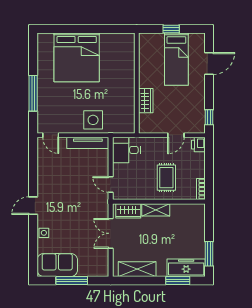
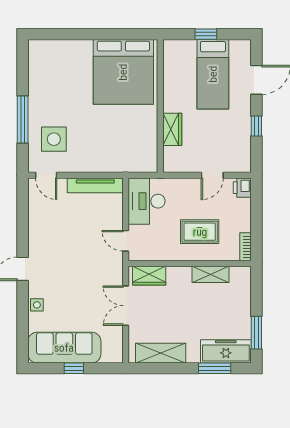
bed: (77, 57) -> (123, 72), moved
window: (209, 117) -> (256, 126), moved
side table: (93, 120) -> (54, 139), moved
desk: (126, 150) -> (147, 201), width x1.37
rug: (166, 178) -> (200, 232), turned 90
shelving: (156, 210) -> (210, 274), moved
sofa: (57, 265) -> (64, 348), width x1.36
window: (72, 281) -> (74, 368), width x0.46

